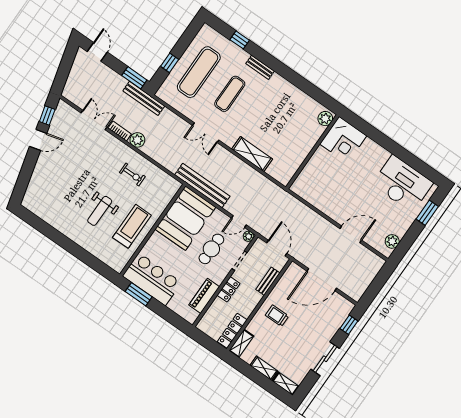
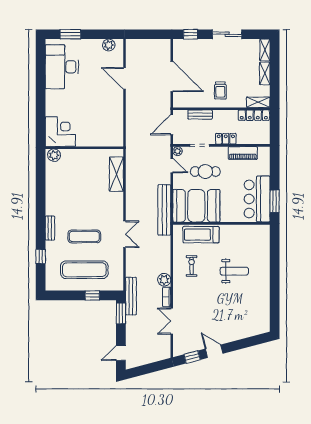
shelving: (252, 154) -> (116, 174), moved
treadmill: (132, 226) -> (201, 235), moved

